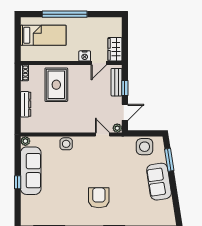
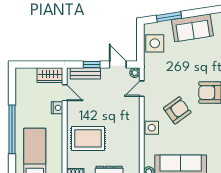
armchair: (82, 168) -> (177, 110), added

